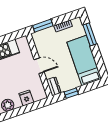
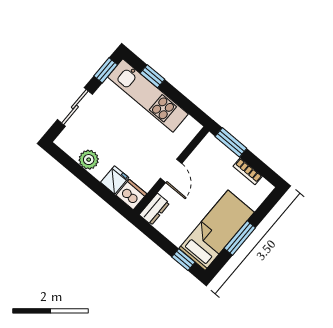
window: (90, 34) -> (240, 238), moved
window: (71, 93) -> (183, 260), moved
dishwasher: (39, 94) -> (131, 195), added

